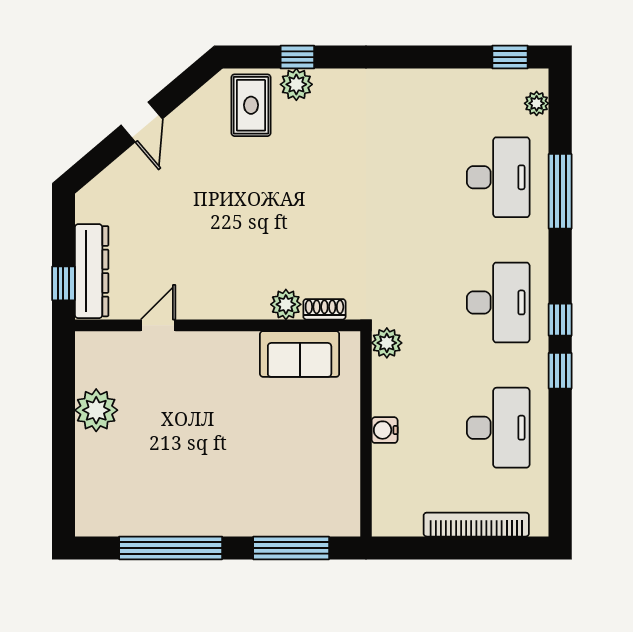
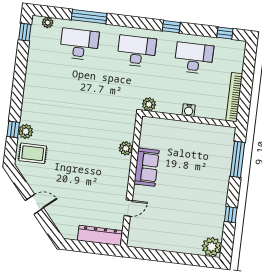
window: (63, 283) -> (104, 249), removed
shoe rack: (324, 309) -> (130, 131), removed
window: (560, 320) -> (225, 33), moved
door: (158, 325) -> (128, 208), swing flipped
sofa: (300, 354) -> (146, 167), moved
plant: (96, 410) -> (212, 247), moved
bookcase: (476, 525) -> (234, 97), moved
window: (171, 548) -> (231, 215), width x0.32

